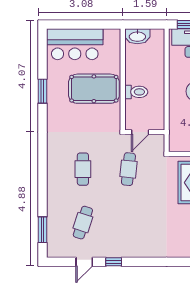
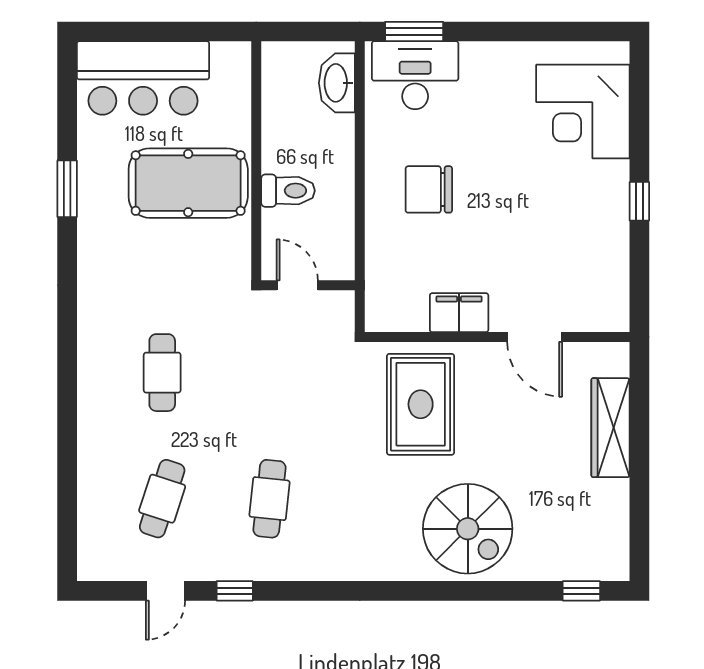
washbasin: (137, 36) -> (337, 83), moved, turned 90
door: (140, 132) -> (297, 285), swing flipped
cafe table: (128, 169) -> (270, 499), moved
window: (43, 230) -> (67, 516), removed

